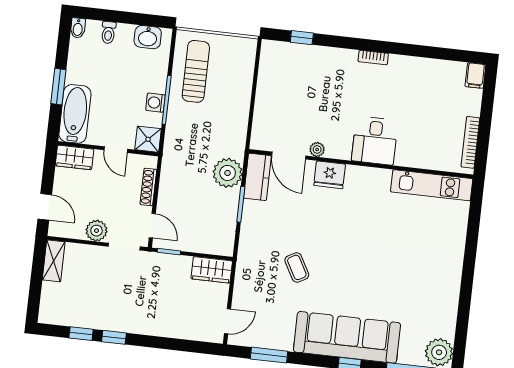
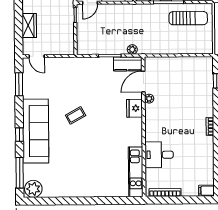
desk: (375, 141) -> (159, 155), moved
plant: (228, 173) -> (132, 50), width x0.53, depth x0.53
coffee table: (297, 267) -> (76, 115), moved
wardrobe: (212, 270) -> (29, 26), moved, turned 180

